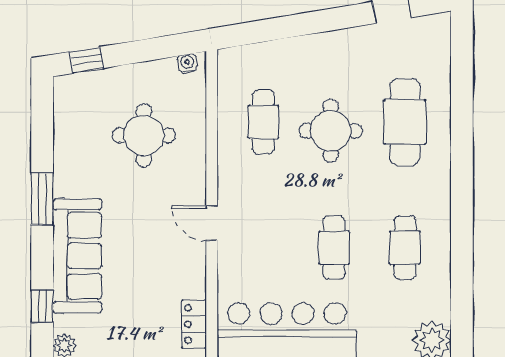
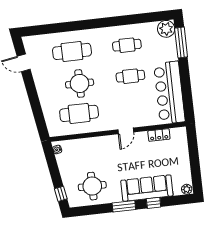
cafe table: (263, 122) -> (79, 113), width x1.37, depth x1.35
round table: (144, 135) -> (92, 186), moved
window: (42, 306) -> (154, 203), moved
locker: (194, 324) -> (159, 135), moved

